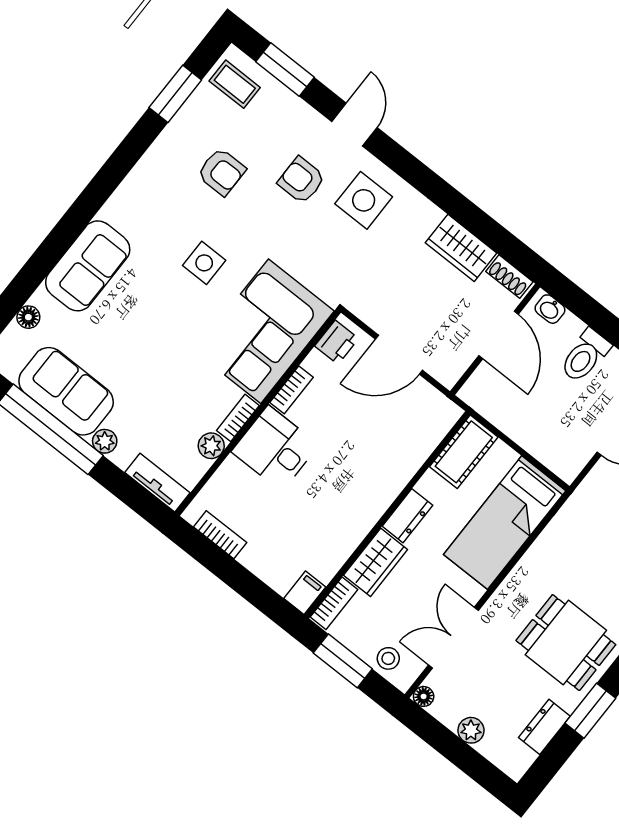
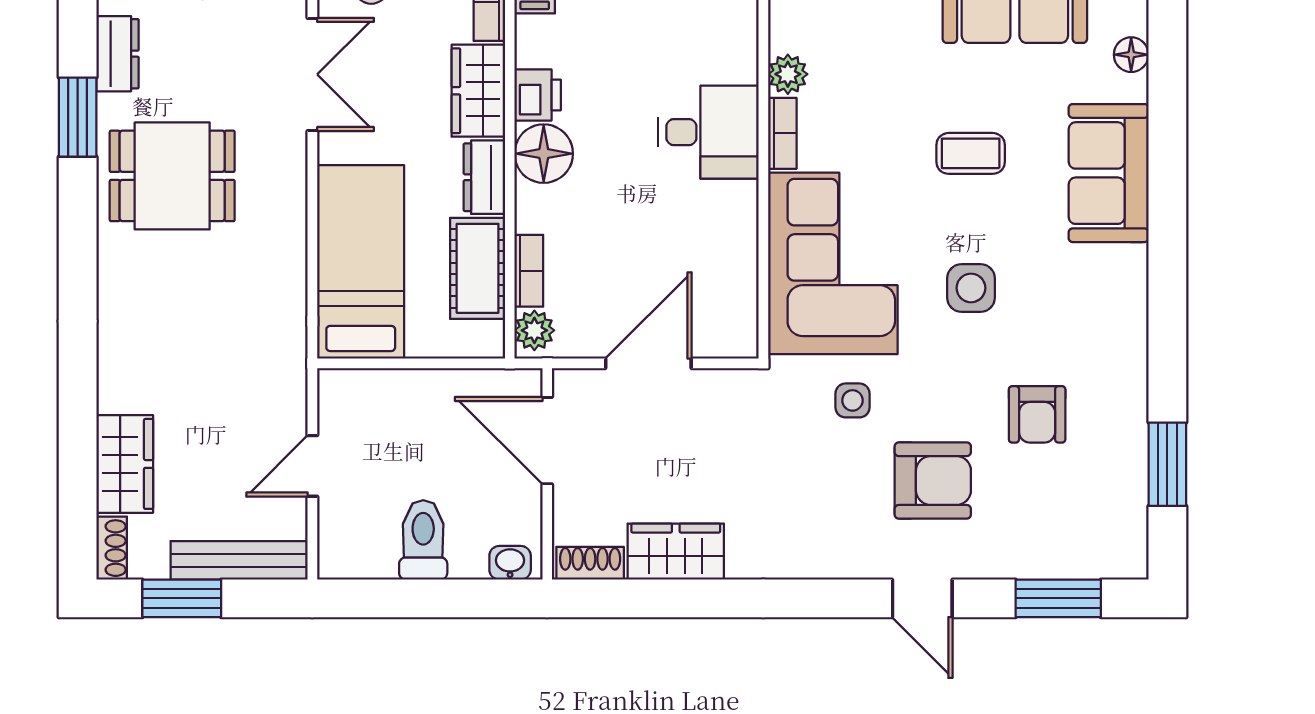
coffee table: (235, 84) -> (971, 153), moved
armchair: (222, 172) -> (1037, 414), turned -90
armchair: (301, 180) -> (933, 481), width x1.38, depth x1.38
side table: (364, 200) -> (852, 400), moved, width x0.54, depth x0.54
door: (498, 335) -> (547, 441), moved
printer: (337, 342) -> (538, 95), moved, turned 180
bookcase: (292, 390) -> (529, 271), moved, turned 180
plant: (444, 418) -> (534, 330), added
cot: (464, 452) -> (478, 268), moved
floor lamp: (368, 504) -> (544, 154), added

